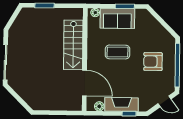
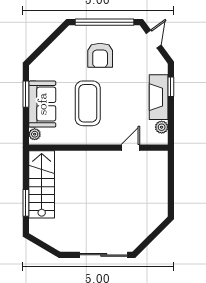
stairs: (73, 45) -> (42, 184), moved, turned -90
coffee table: (118, 52) -> (88, 103), width x1.36, depth x1.32
door: (84, 83) -> (130, 148), width x0.53

